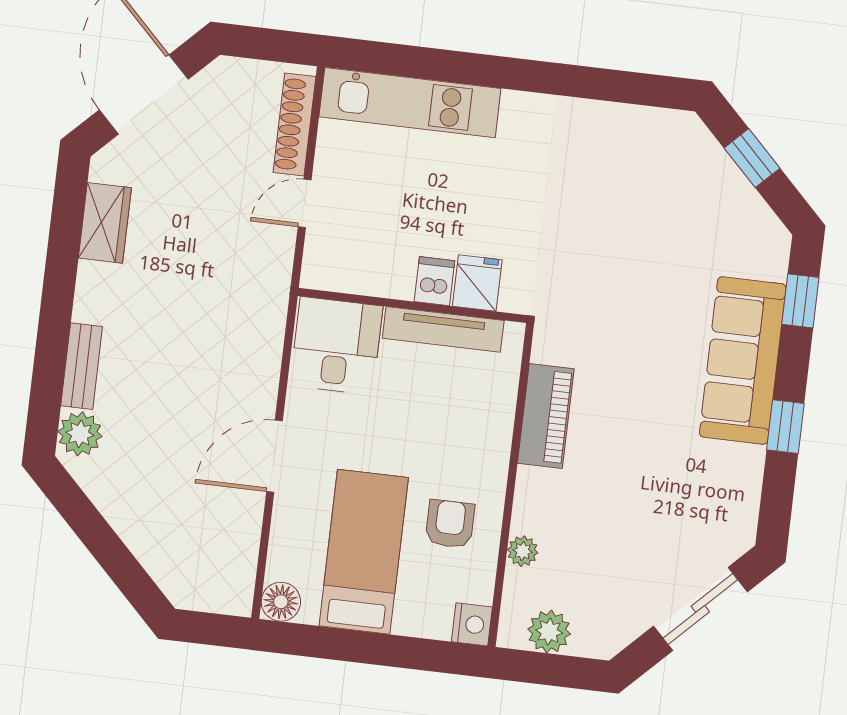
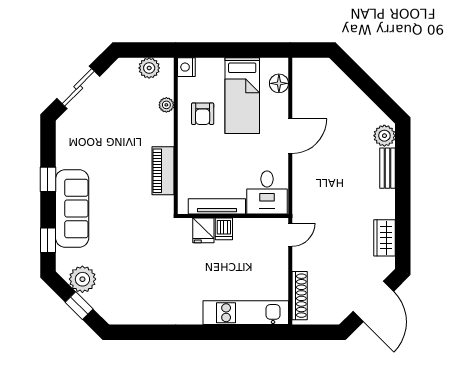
door: (305, 203) -> (290, 235), moved
plant: (739, 212) -> (82, 279), added
floor lamp: (281, 602) -> (279, 83), moved

